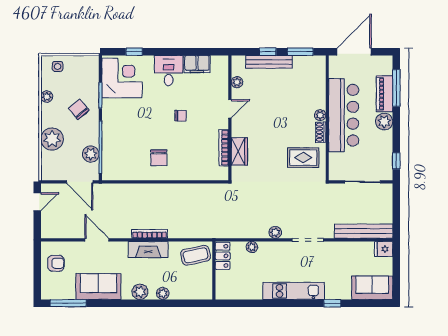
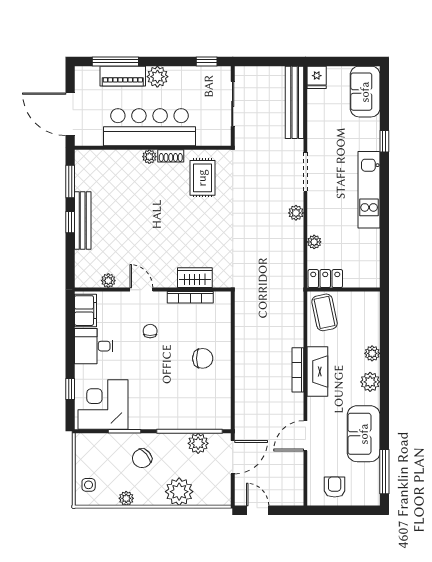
plant: (237, 82) -> (108, 281), moved
door: (230, 109) -> (141, 290), moved
wall: (230, 118) -> (153, 290), moved
bookcase: (224, 148) -> (190, 297), moved
wardrobe: (239, 151) -> (195, 278), moved

